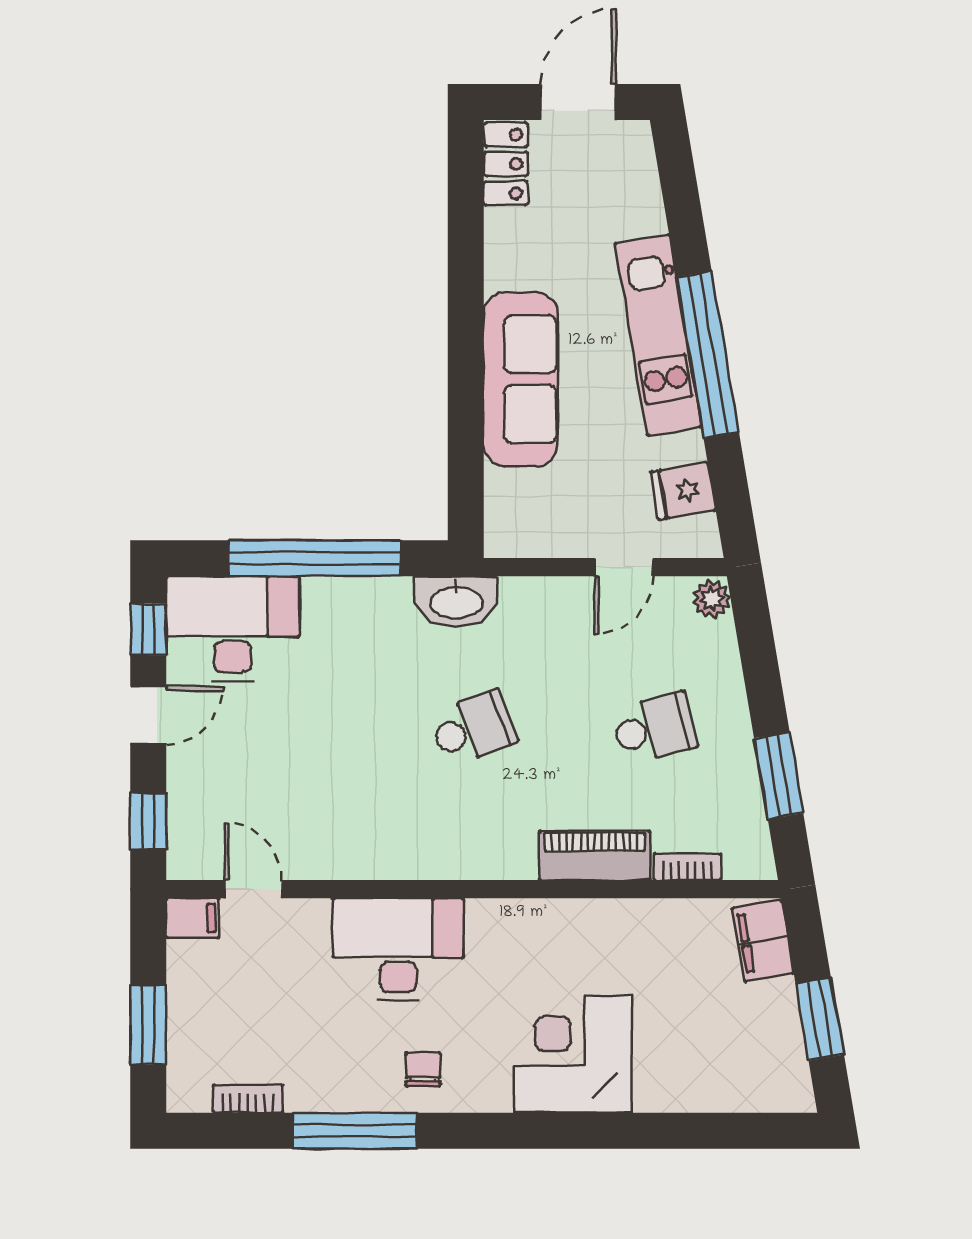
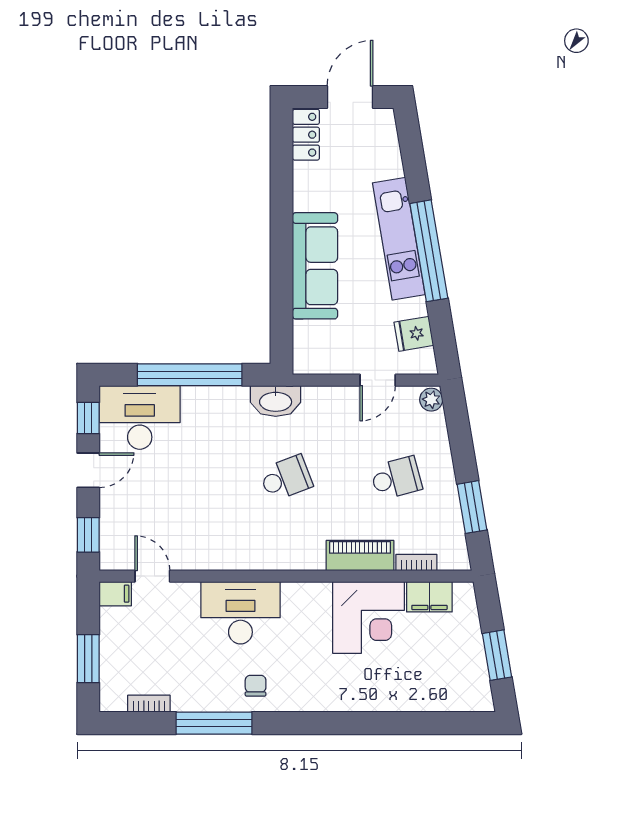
filing cabinet: (763, 941) -> (429, 597), moved, turned -80
corner desk: (573, 1054) -> (369, 617), moved, turned 180

